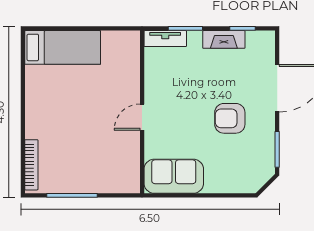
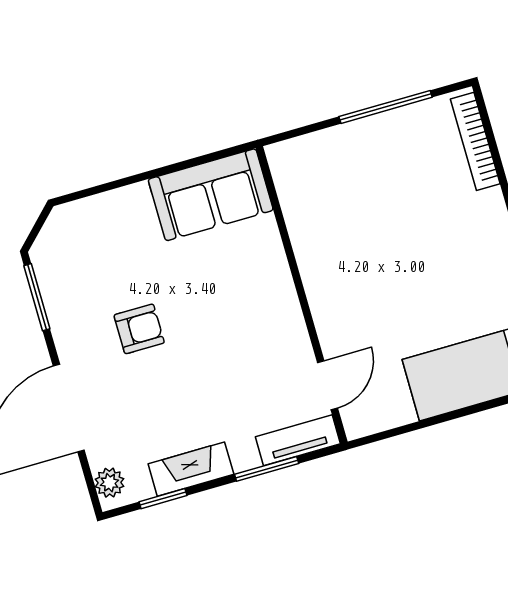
plant: (267, 44) -> (109, 483), added
door: (142, 117) -> (328, 385), moved
armchair: (230, 118) -> (139, 329), width x0.72, depth x0.72

